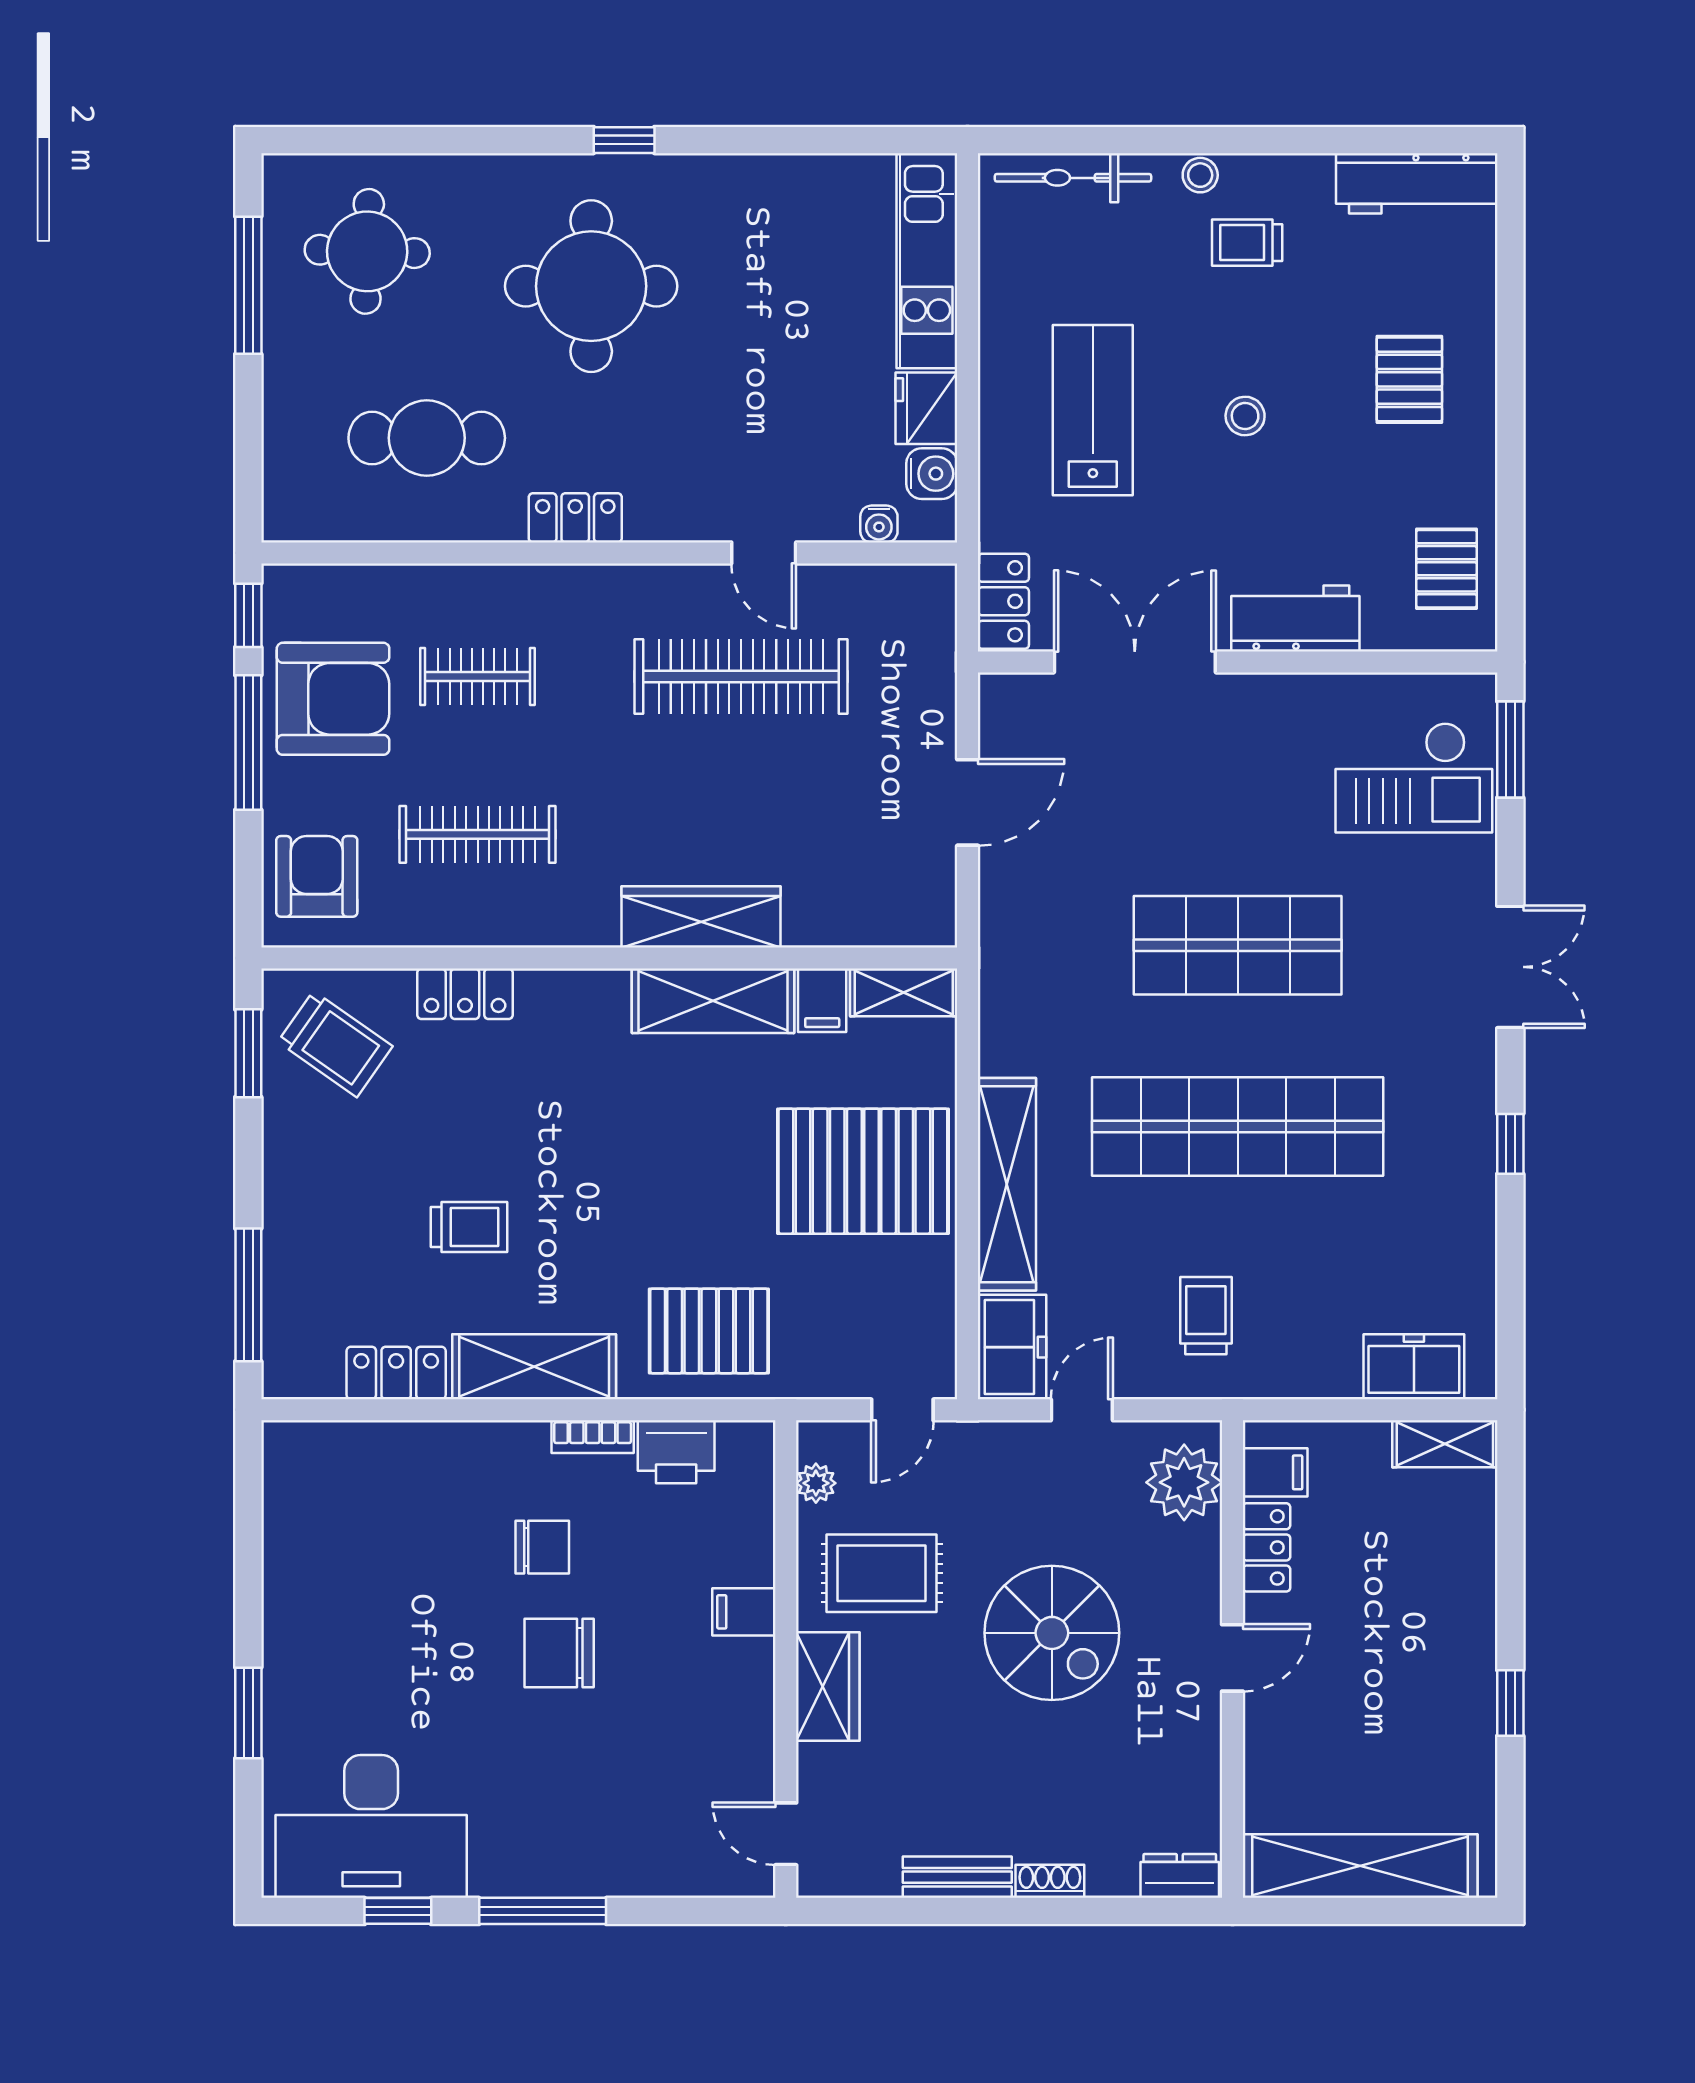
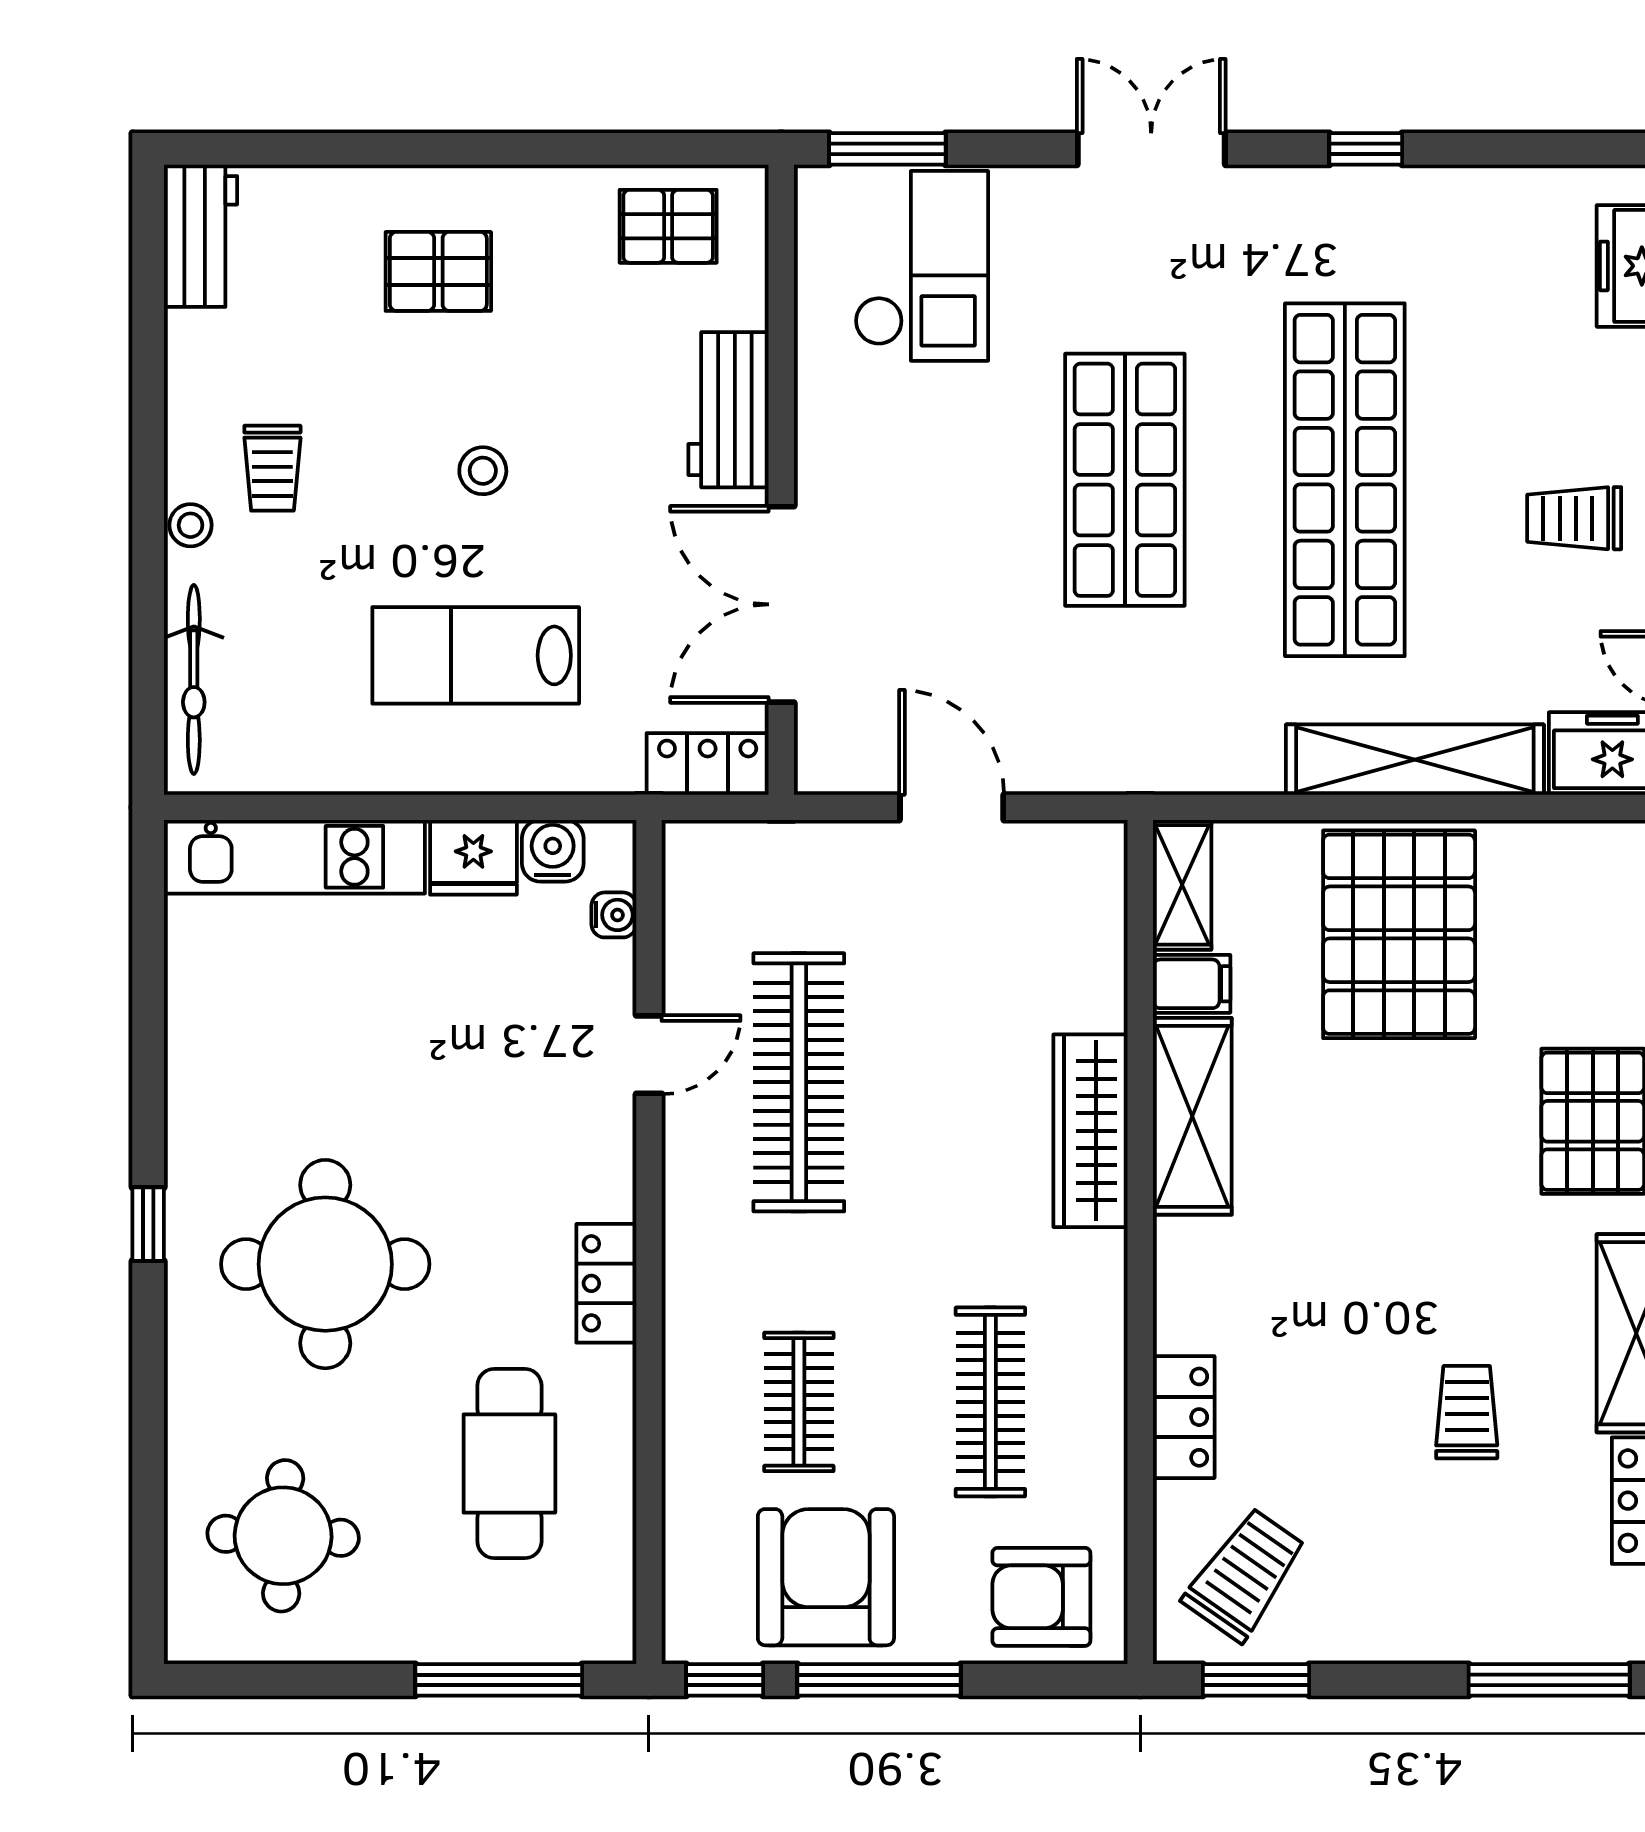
workbench: (1417, 183) -> (201, 236), width x0.73
window: (248, 285) -> (499, 1680), moved

